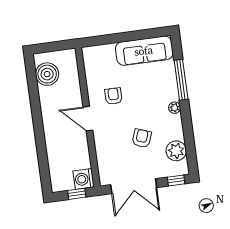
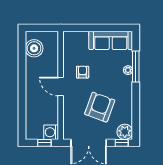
plant: (175, 108) -> (128, 70), moved
armchair: (142, 138) -> (100, 107), width x1.88, depth x1.88
plant: (176, 151) -> (125, 132), moved

